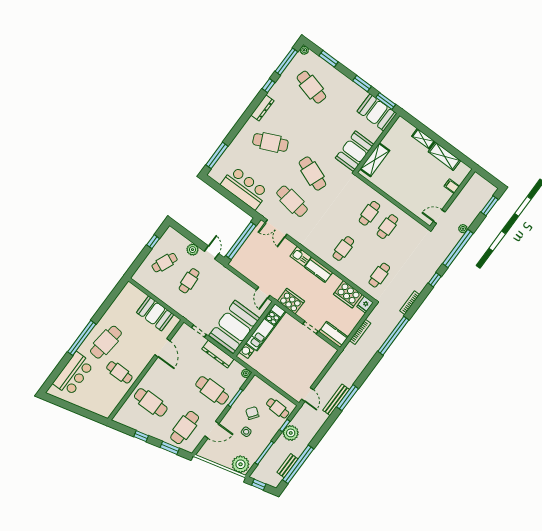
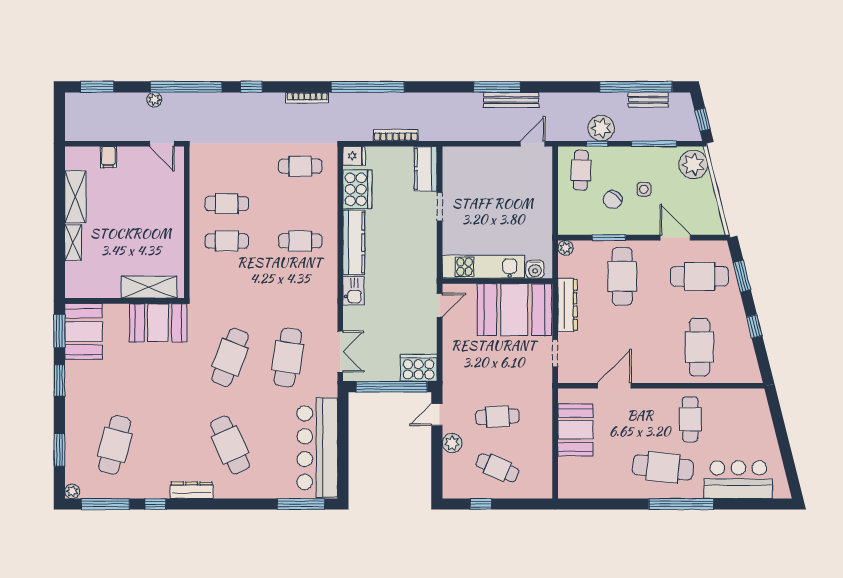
bar counter: (244, 188) -> (317, 448), width x1.36
kitchen counter: (318, 270) -> (354, 243), width x1.50
cooker: (291, 301) -> (419, 368), moved, turned 90

